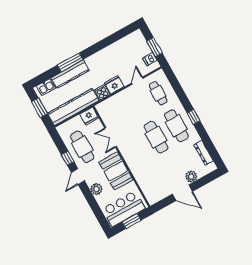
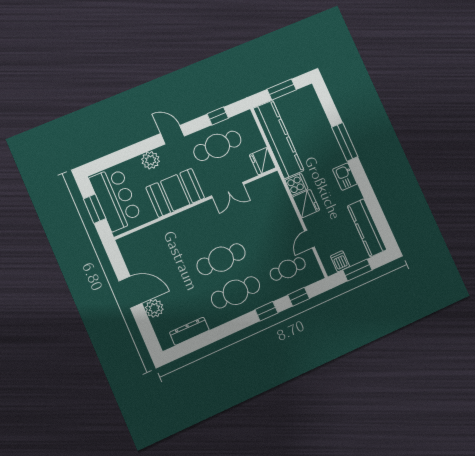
kitchen counter: (70, 74) -> (367, 228), moved
door: (137, 81) -> (309, 239), swing flipped
window: (175, 85) -> (299, 297), added
kitchen sink: (46, 87) -> (345, 177), moved
window: (193, 117) -> (266, 311), moved
double door: (111, 137) -> (228, 190), swing flipped
window: (68, 158) -> (218, 116), moved
door: (182, 193) -> (130, 292), swing flipped

